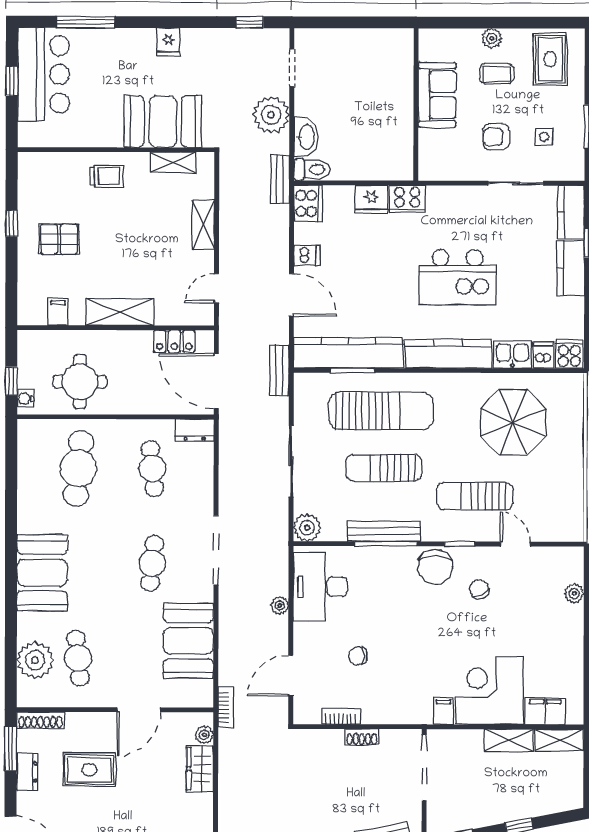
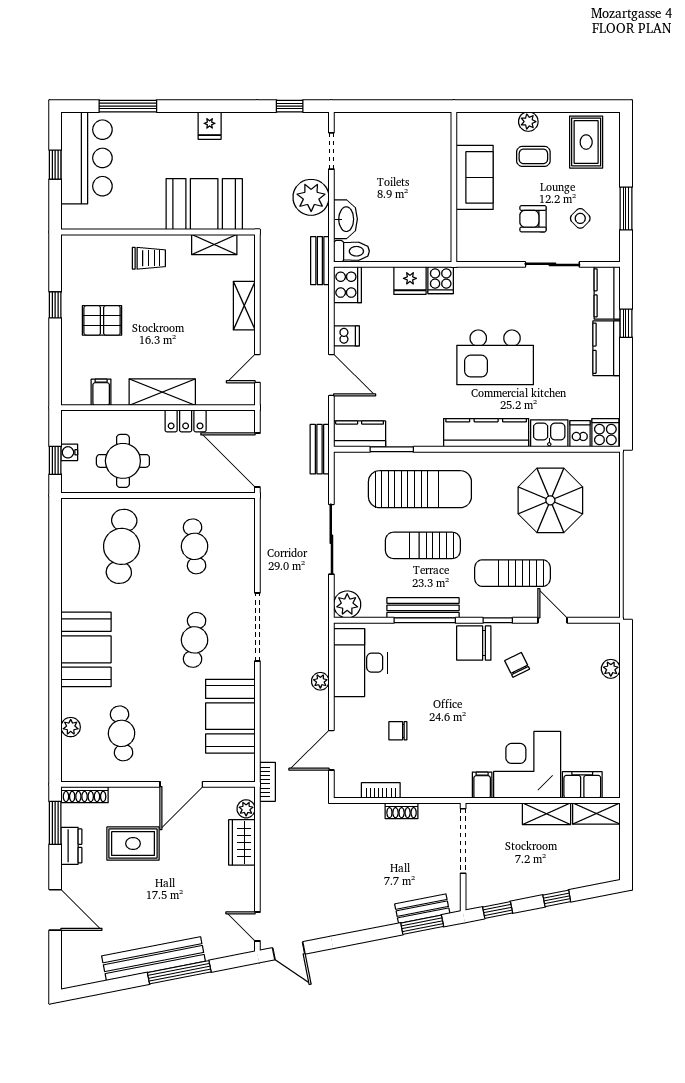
side table: (544, 137) -> (580, 218), turned 45
cooker: (407, 199) -> (441, 280), width x0.73
locker: (174, 341) -> (186, 421), moved
kitchen counter: (348, 353) -> (360, 434), width x0.48, depth x0.86
water cooler: (25, 398) -> (69, 452), moved
dresser: (194, 430) -> (236, 509), removed
chair: (435, 567) -> (474, 643), turned 90
plant: (35, 660) -> (71, 727), width x0.53, depth x0.53

